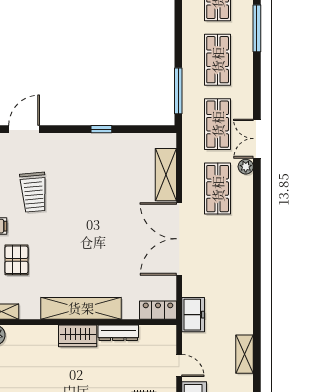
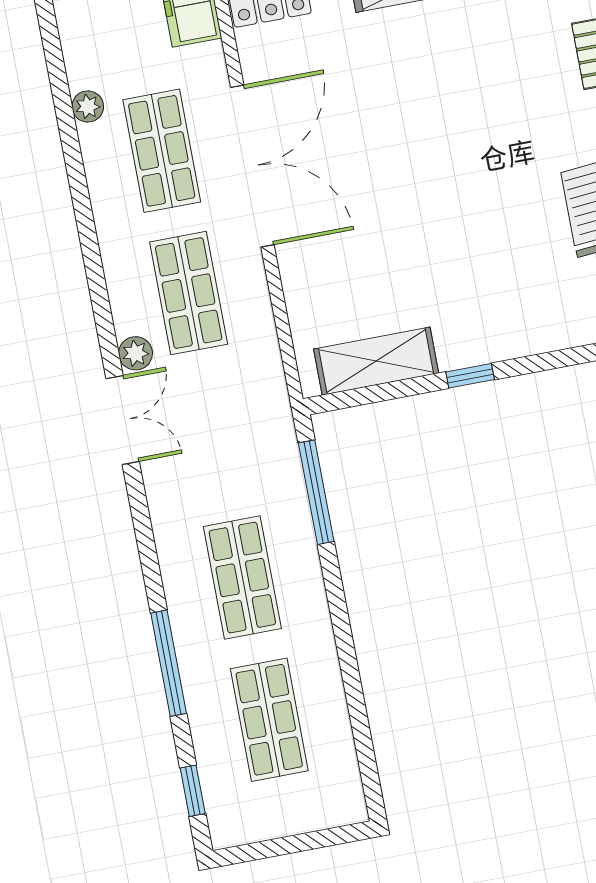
shop shelf: (218, 124) -> (162, 151), moved
shelving: (166, 175) -> (376, 361), moved, turned 90
plant: (246, 278) -> (88, 107), added

